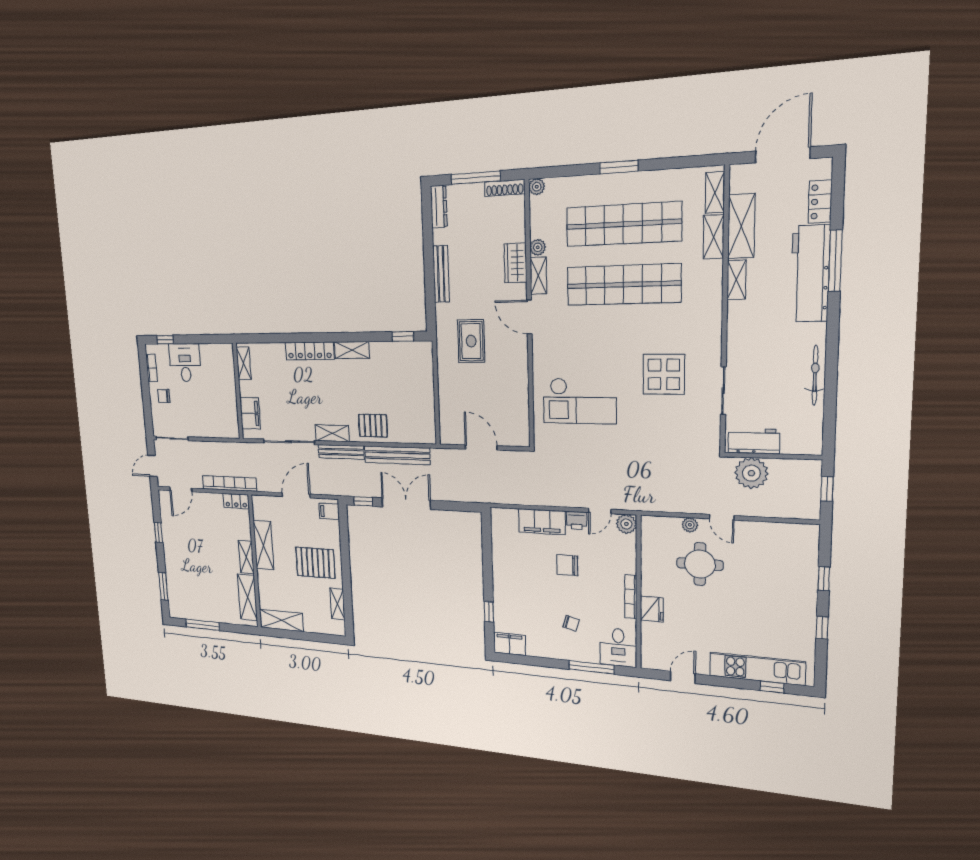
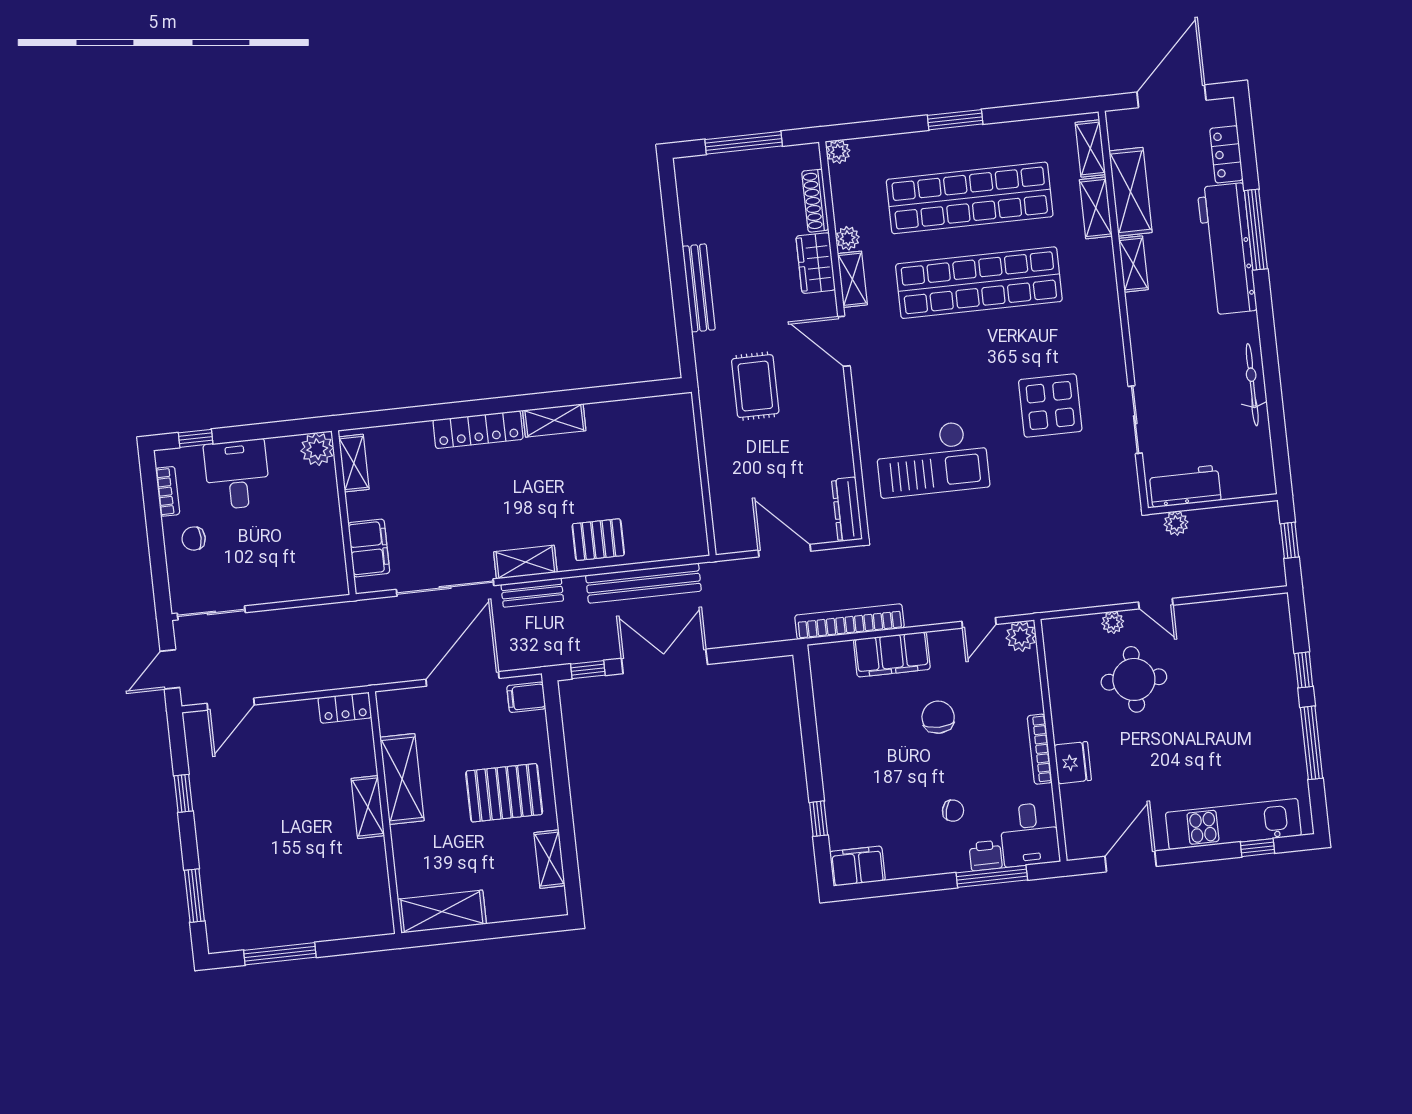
shoe rack: (505, 188) -> (815, 201), moved, turned 90
dresser: (439, 207) -> (847, 509), moved, turned 180
window: (403, 336) -> (641, 390), removed
plant: (225, 353) -> (317, 449), added
bench: (341, 452) -> (532, 593), width x0.73
plant: (751, 473) -> (1176, 523), width x0.53, depth x0.53
bookcase: (229, 483) -> (849, 622), moved
door: (296, 495) -> (463, 679), width x1.36
printer: (577, 520) -> (986, 856), moved, turned 180
chair: (567, 565) -> (938, 717), turned 90
shelving: (247, 597) -> (373, 882), removed
window: (822, 628) -> (1312, 743), width x2.17
door: (683, 677) -> (1131, 861), width x1.38

